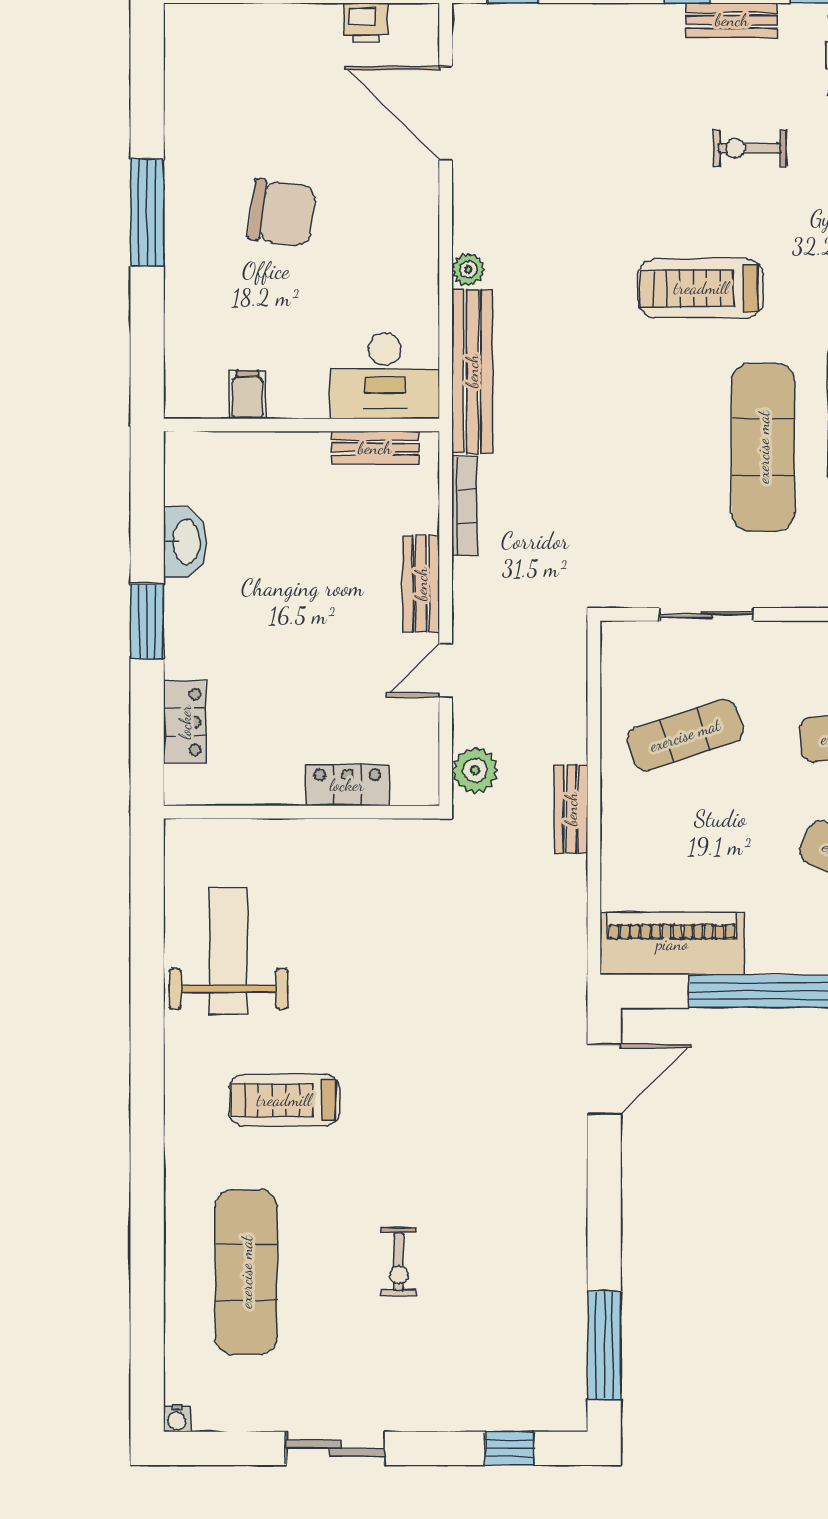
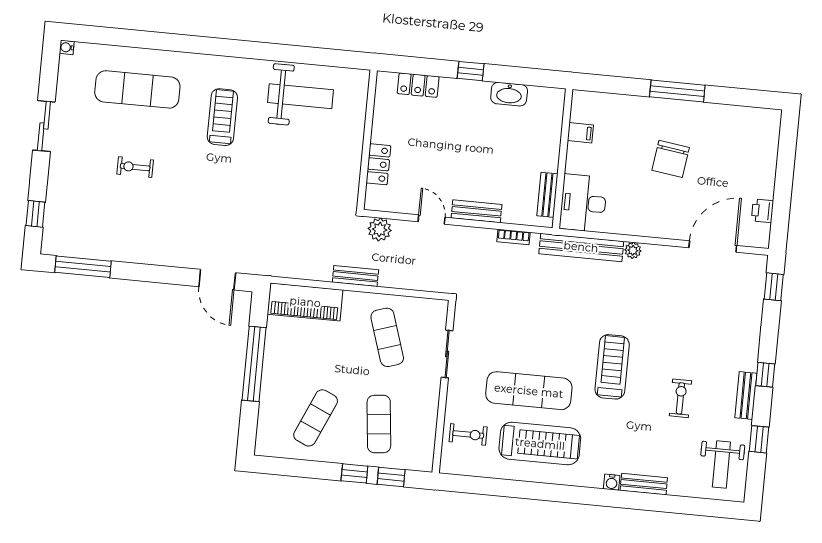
bookcase: (465, 506) -> (514, 237), width x0.64
window: (147, 622) -> (471, 71), width x0.67
piano: (672, 944) -> (305, 302), moved, turned 90

